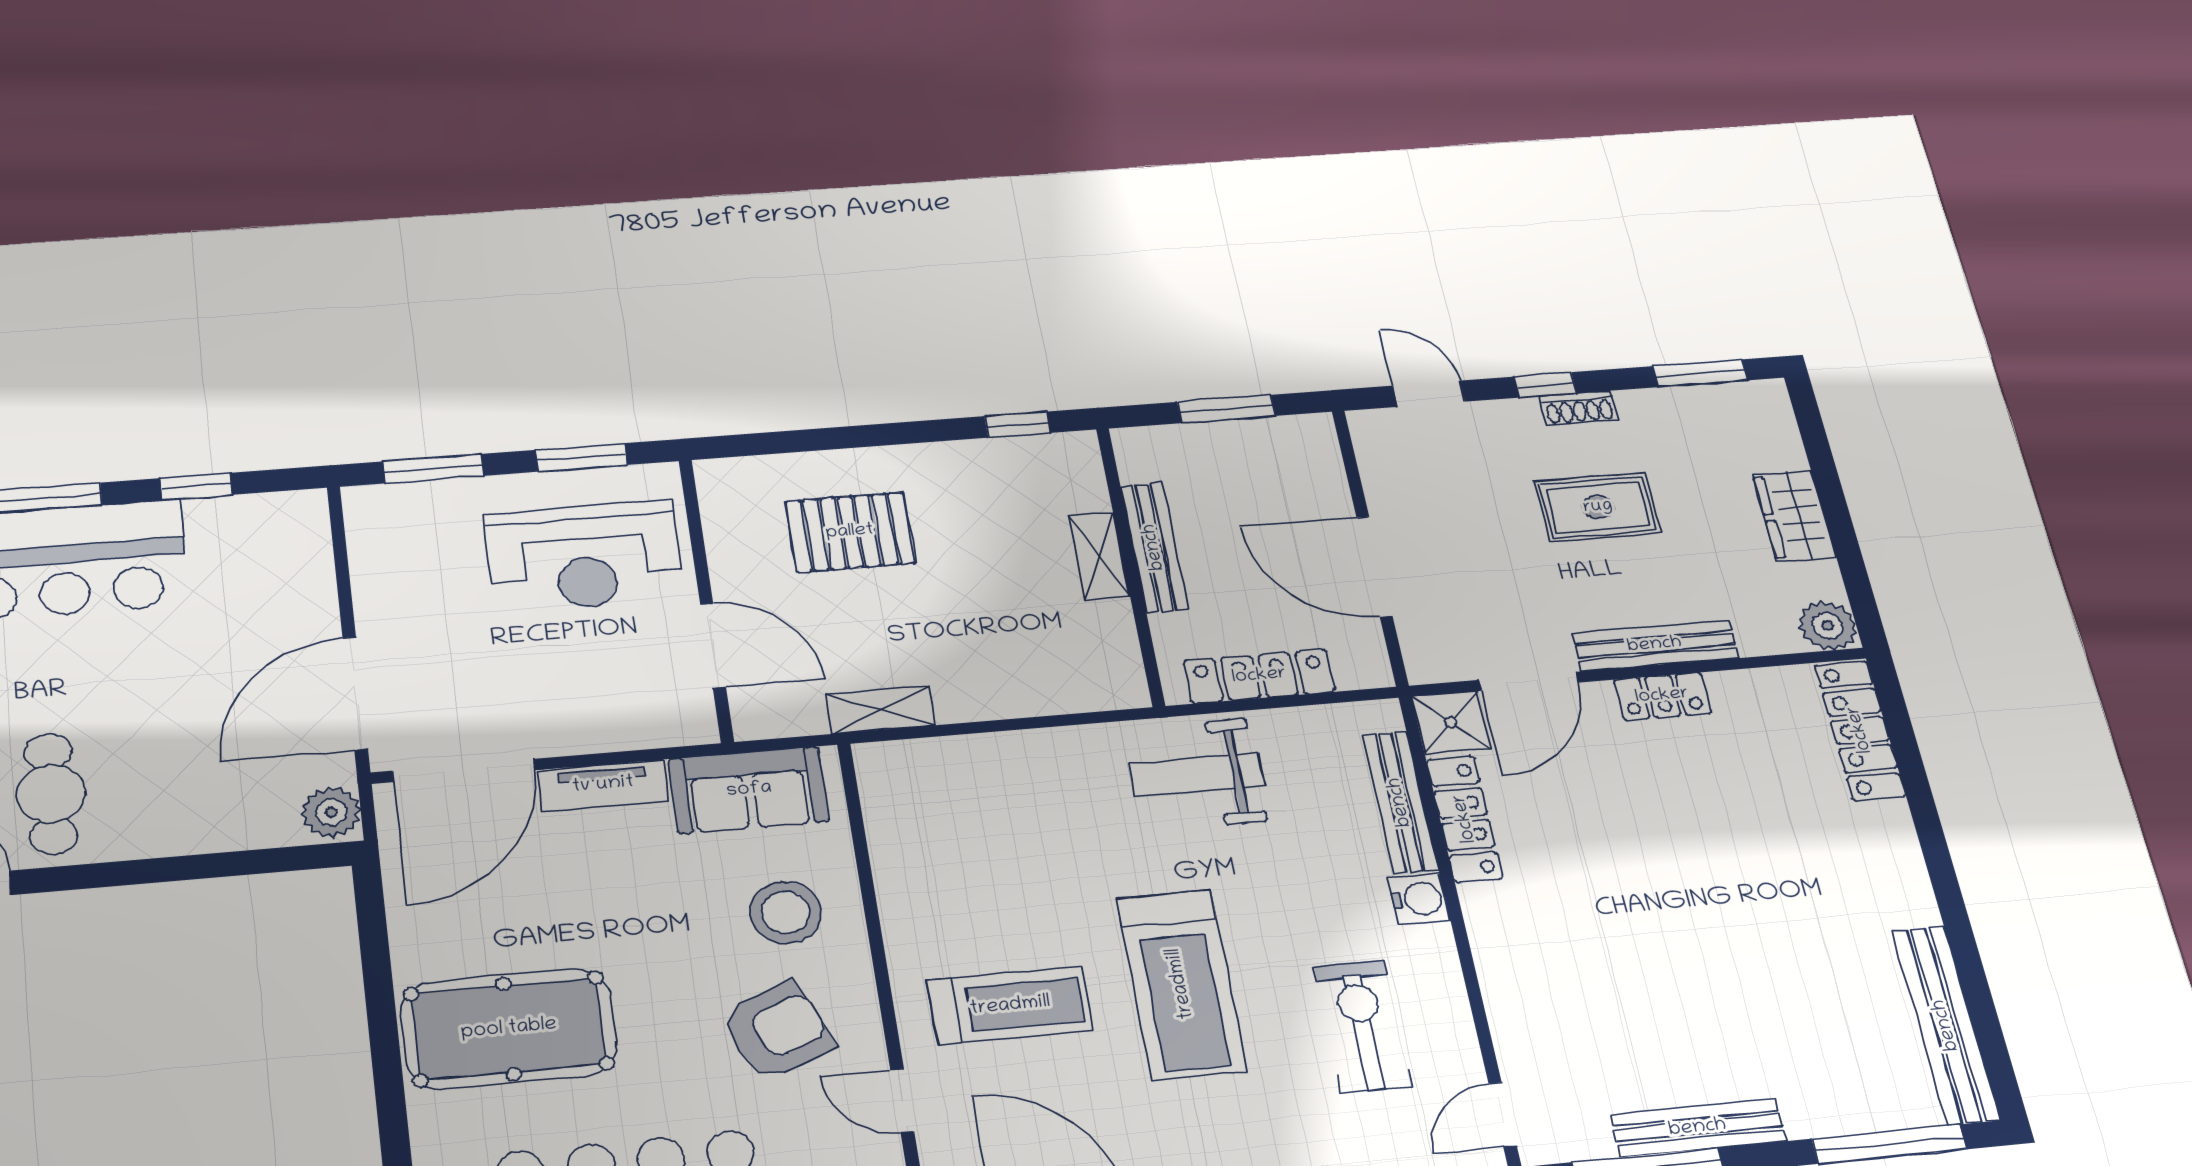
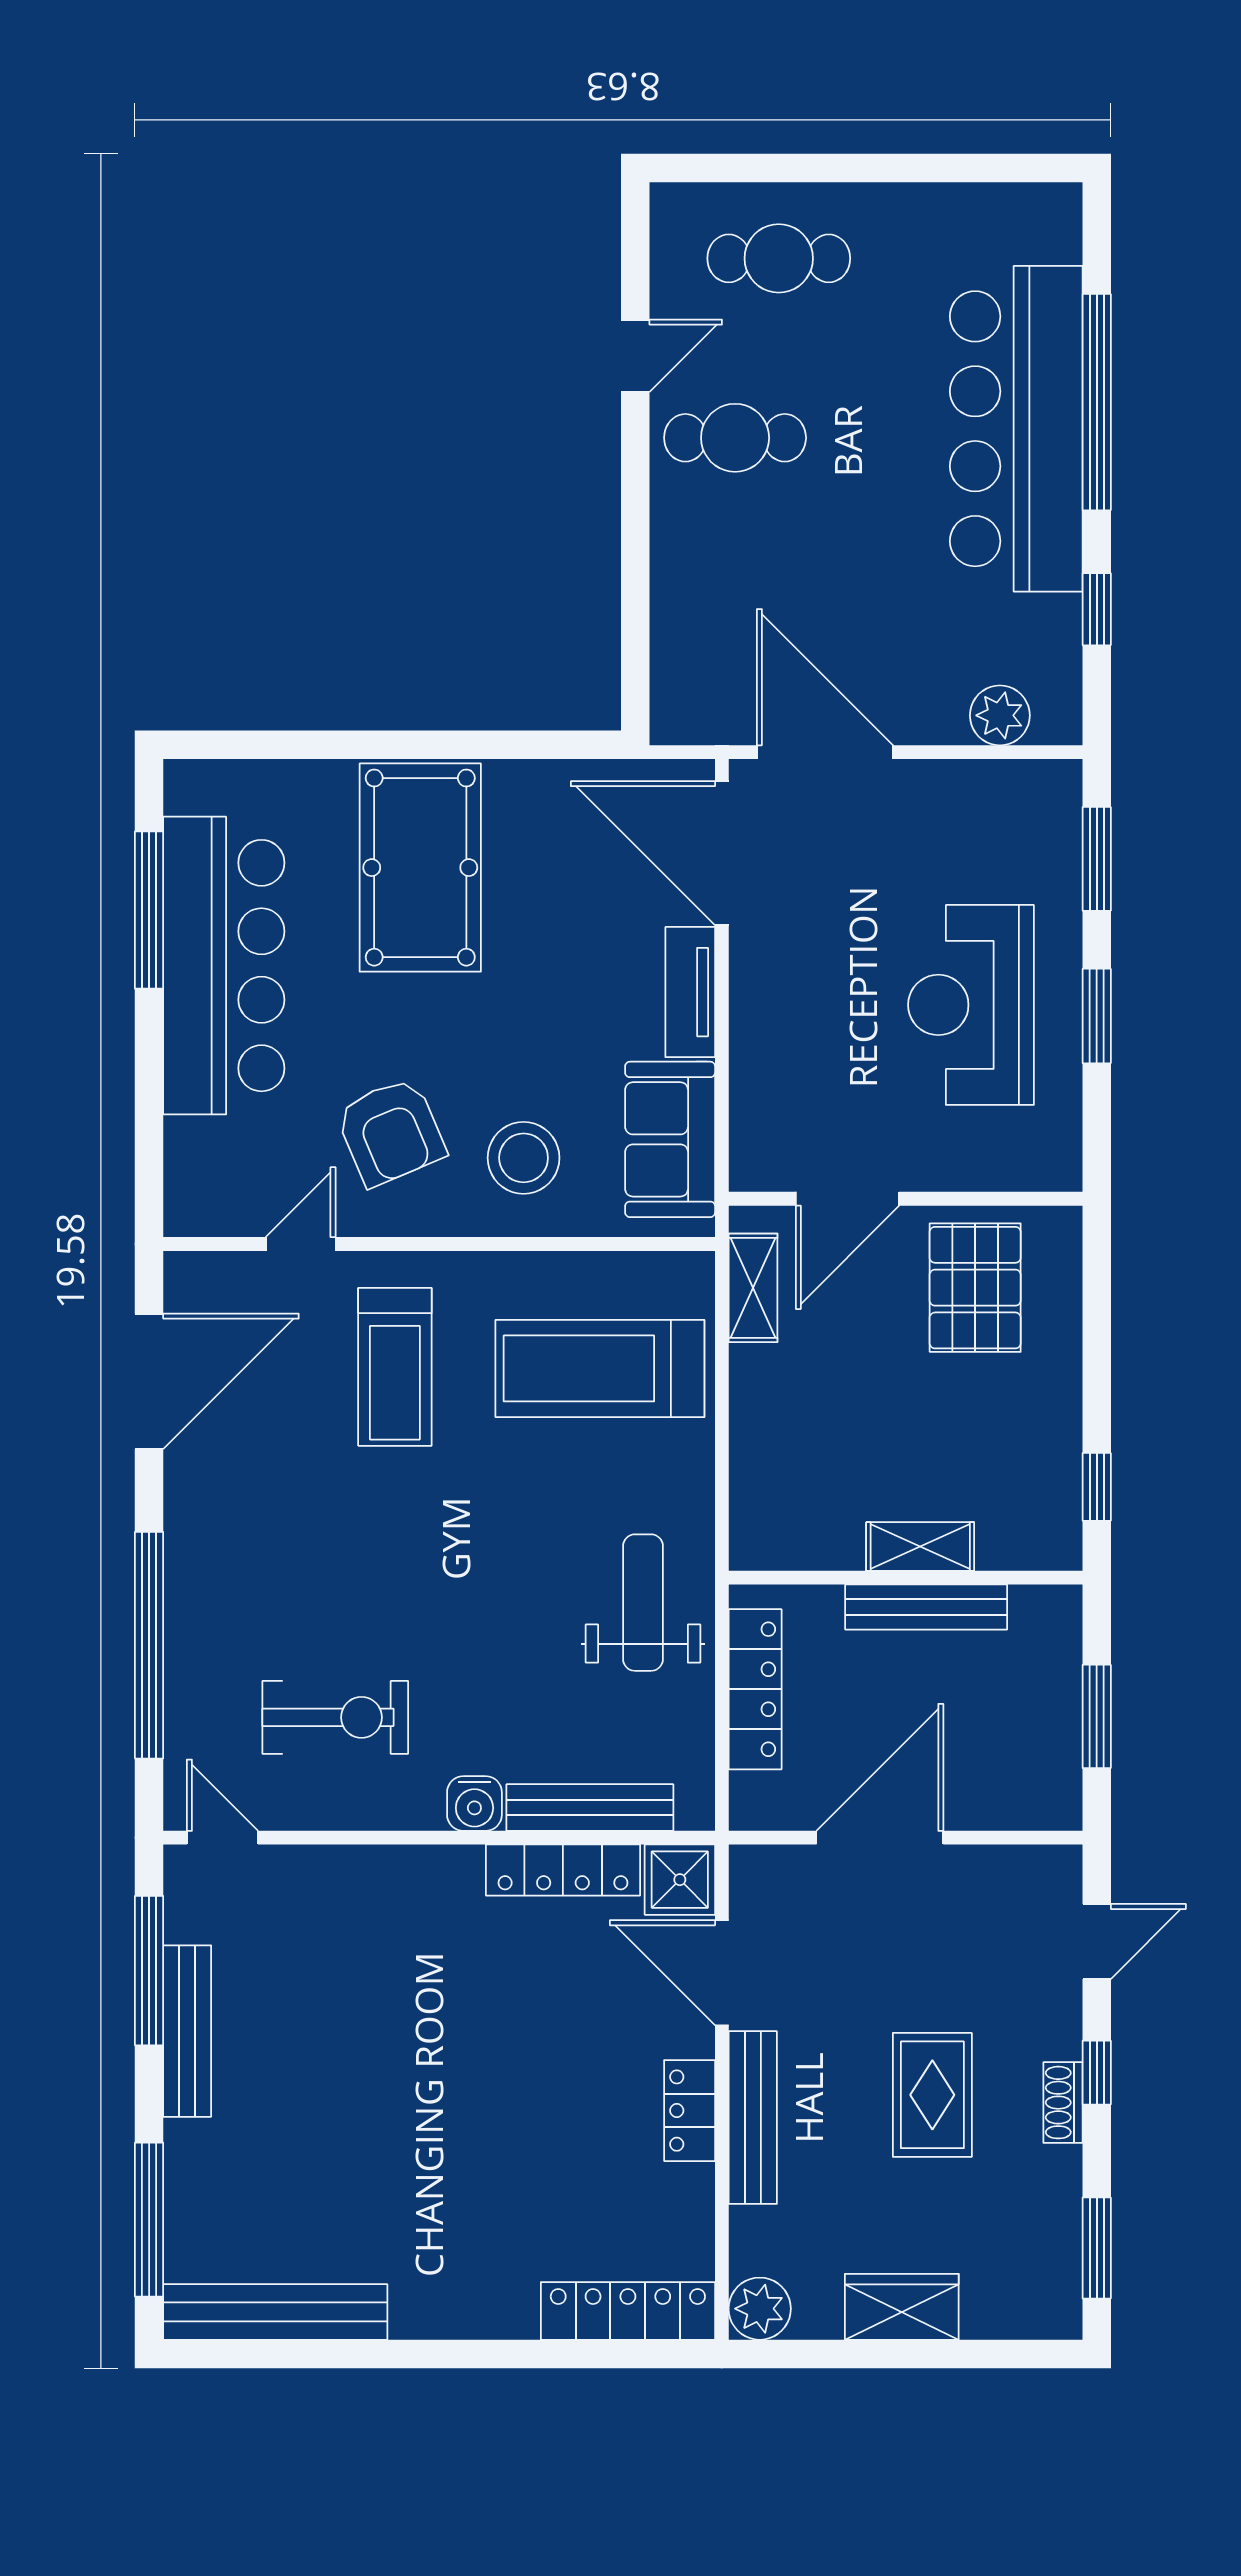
wall: (706, 599) -> (906, 1199), moved
door: (713, 646) -> (847, 1199), moved
plant: (331, 812) -> (1000, 715), moved
treadmill: (1181, 984) -> (600, 1368), moved

